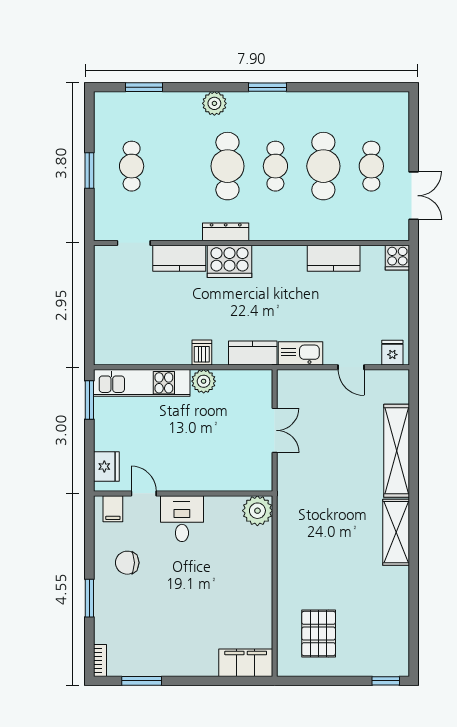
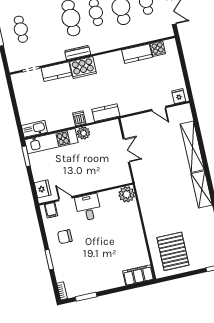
cooker: (397, 258) -> (158, 49), moved
kitchen sink: (301, 353) -> (34, 129), moved
pallet: (319, 634) -> (173, 251), width x1.37, depth x1.41

